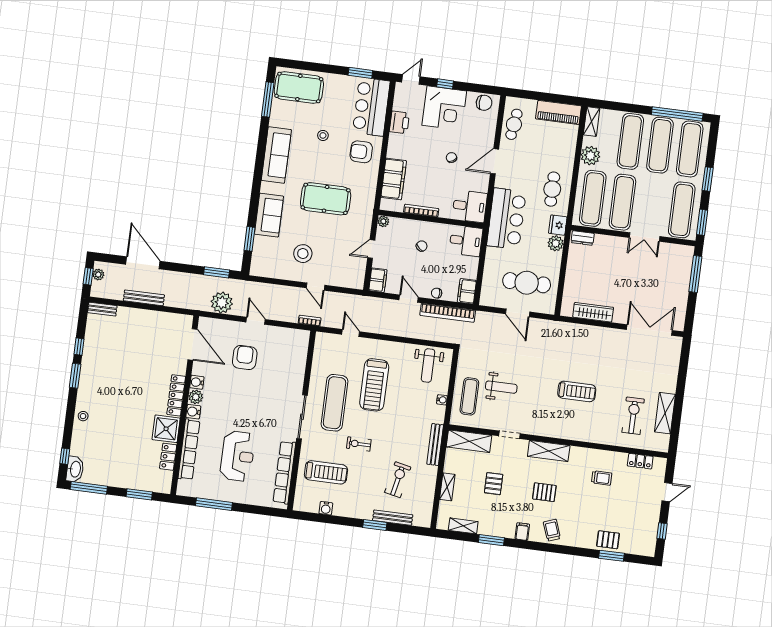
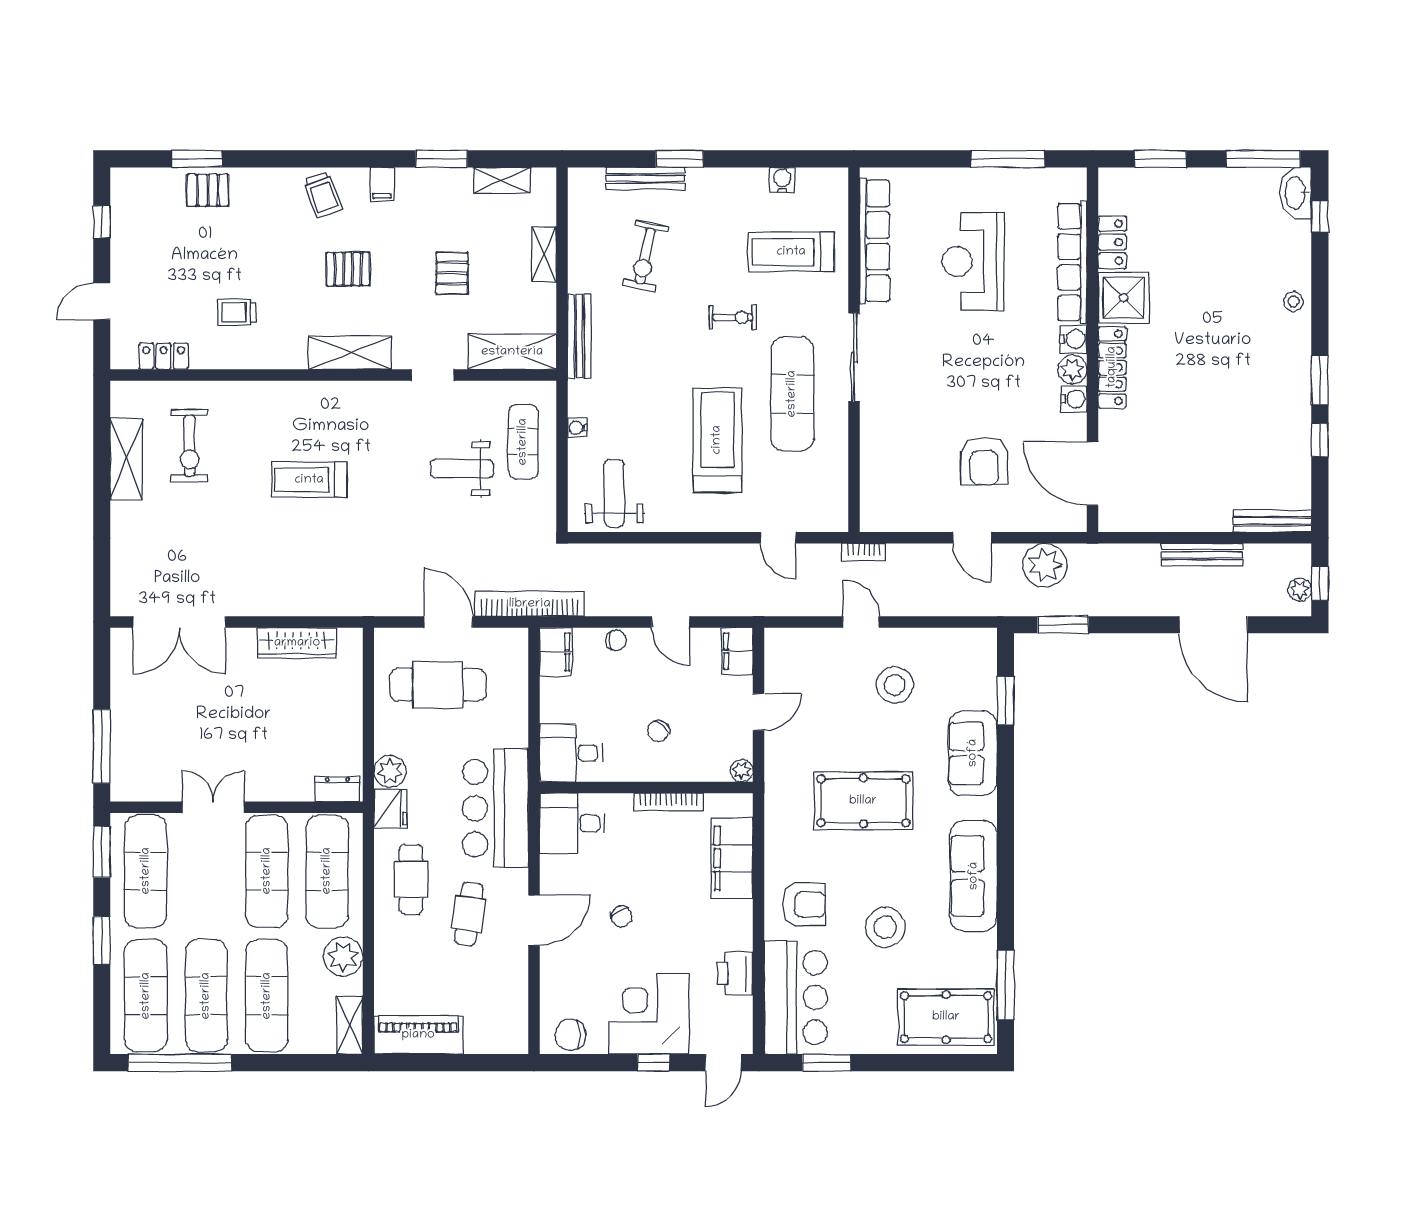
cafe table: (514, 124) -> (469, 914), moved
stool: (323, 135) -> (885, 927), width x1.89, depth x1.89
bench: (102, 309) -> (1272, 521), width x1.36
bookcase: (448, 313) -> (530, 604), moved

